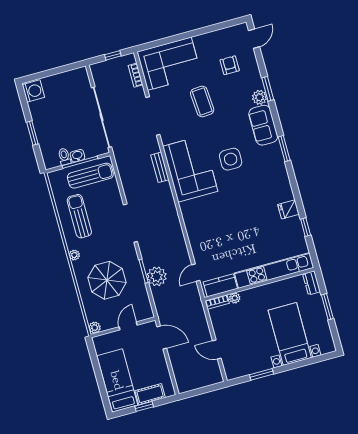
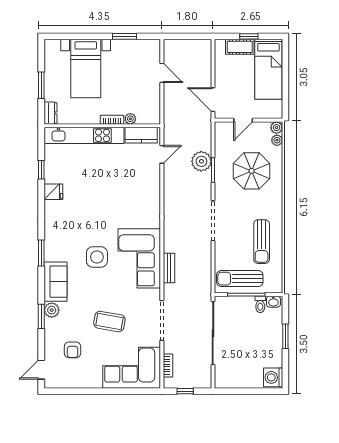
coffee table: (202, 101) -> (109, 322), turned -76
washbasin: (77, 156) -> (273, 302), moved
plant: (74, 255) -> (277, 140), moved
bookcase: (217, 302) -> (112, 120), moved

